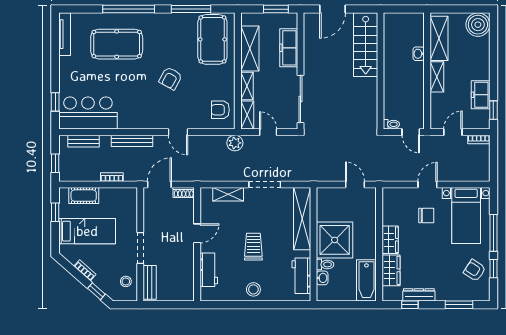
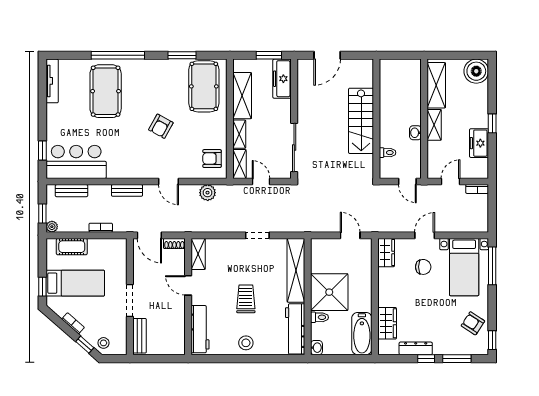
window: (191, 9) -> (182, 55), width x0.69
pool table: (117, 44) -> (106, 91), turned 90
stairs: (366, 45) -> (361, 121), moved
freezer: (289, 48) -> (282, 79), moved
washbasin: (419, 54) -> (415, 133), moved
window: (493, 110) -> (492, 123), moved
toilet: (391, 124) -> (388, 153), moved
bench: (132, 141) -> (127, 190), width x0.73
plant: (235, 143) -> (208, 193), moved
plant: (64, 176) -> (52, 227), added
door: (159, 185) -> (149, 235), swing flipped
doorway: (265, 185) -> (257, 235), width x0.73
shelving: (228, 194) -> (198, 254), moved, turned 90
window: (55, 212) -> (42, 287), moved
door: (197, 233) -> (188, 285), swing flipped
window: (493, 233) -> (492, 266), moved
wardrobe: (390, 240) -> (386, 253), moved
window: (493, 269) -> (492, 340), moved
workbench: (209, 270) -> (200, 329), width x1.38
workbench: (301, 276) -> (295, 329), width x1.38
washbasin: (322, 278) -> (316, 348), moved
stool: (126, 281) -> (103, 343), moved
window: (410, 305) -> (426, 359), moved

